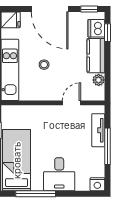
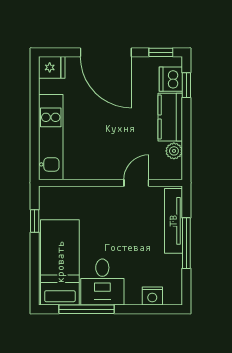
stool: (44, 65) -> (98, 130), removed
tv unit: (98, 130) -> (173, 221), width x1.41
desk: (59, 174) -> (102, 282), moved
nightstand: (97, 184) -> (152, 296), moved

